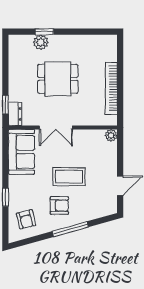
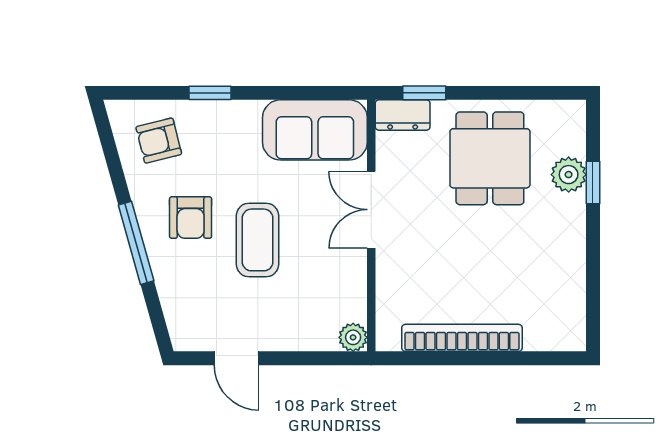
dining table: (58, 79) -> (490, 158), moved

